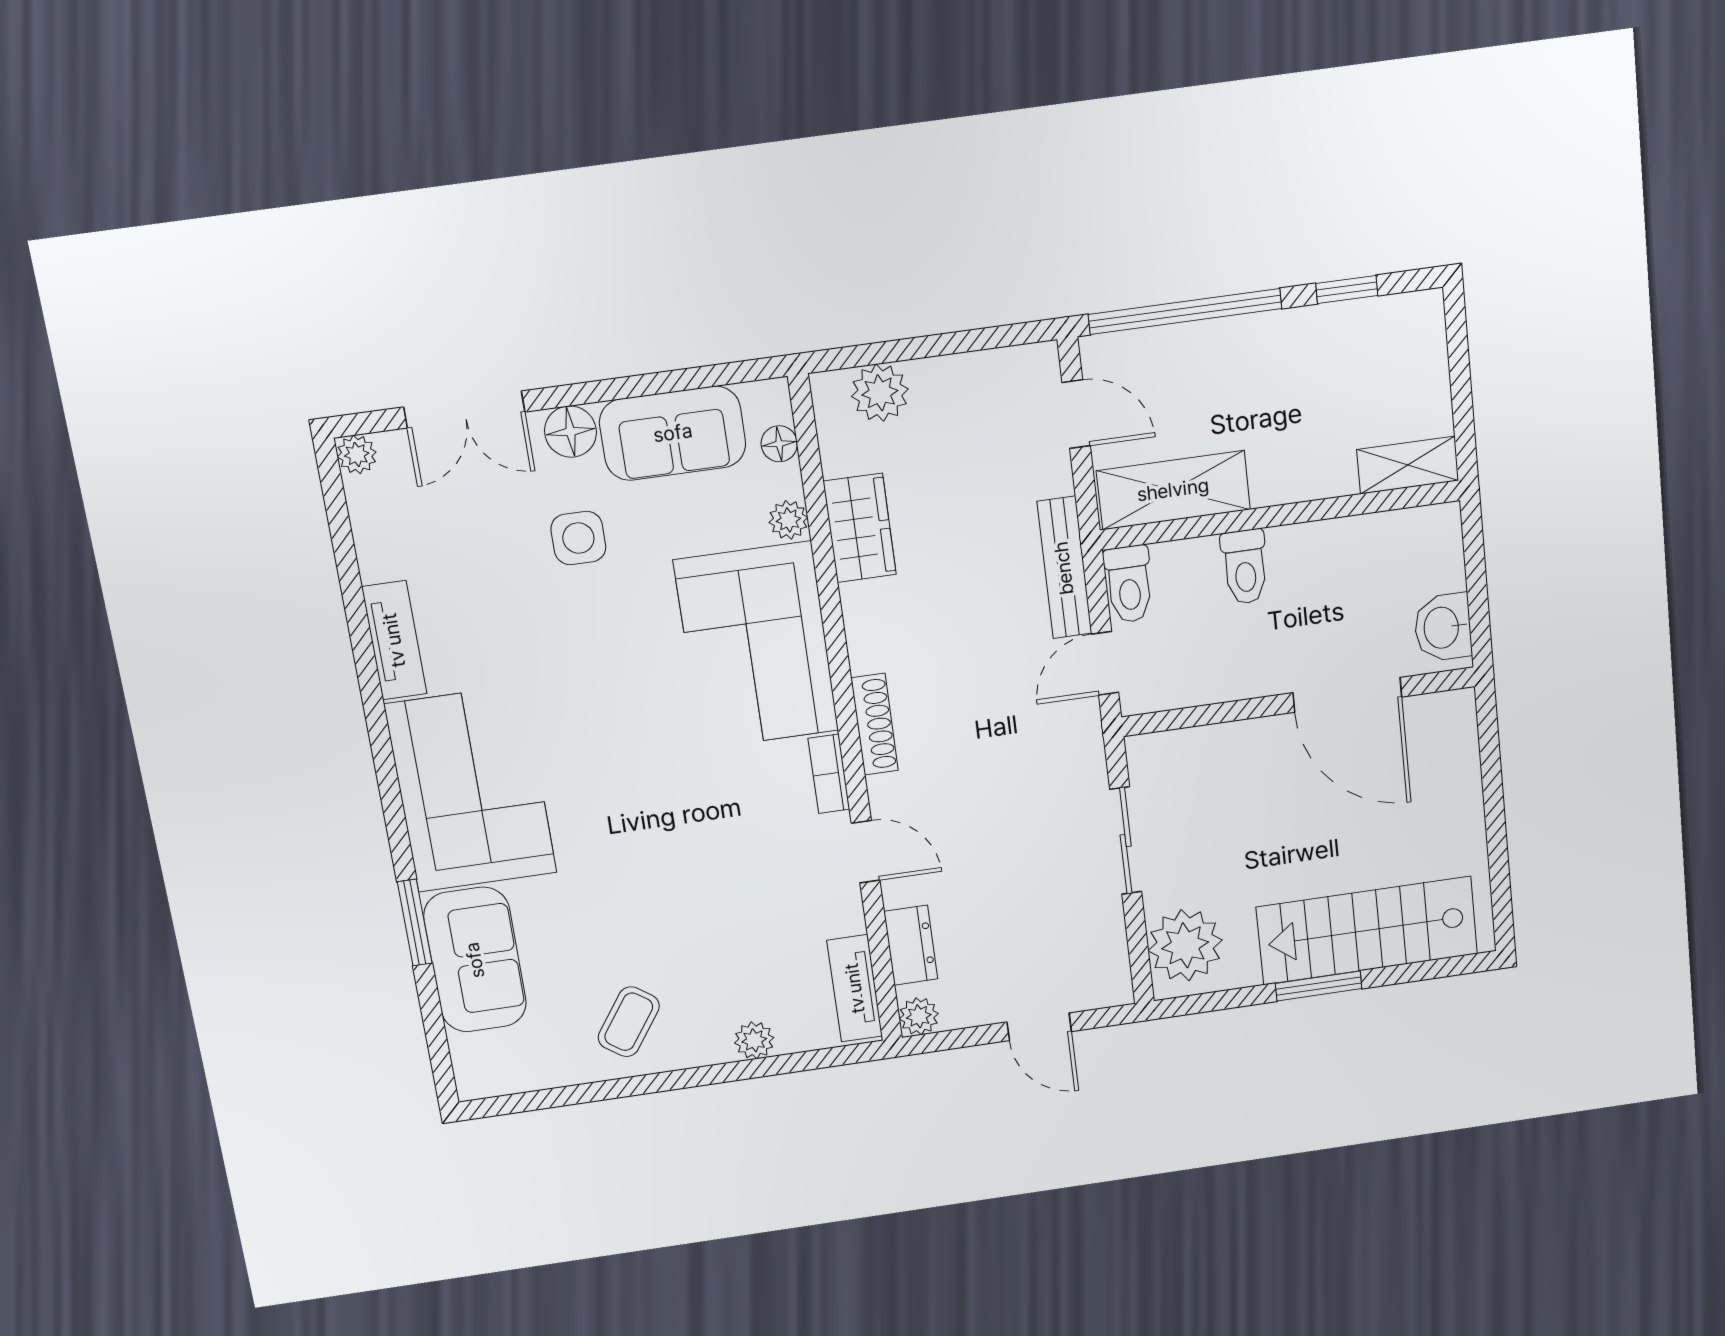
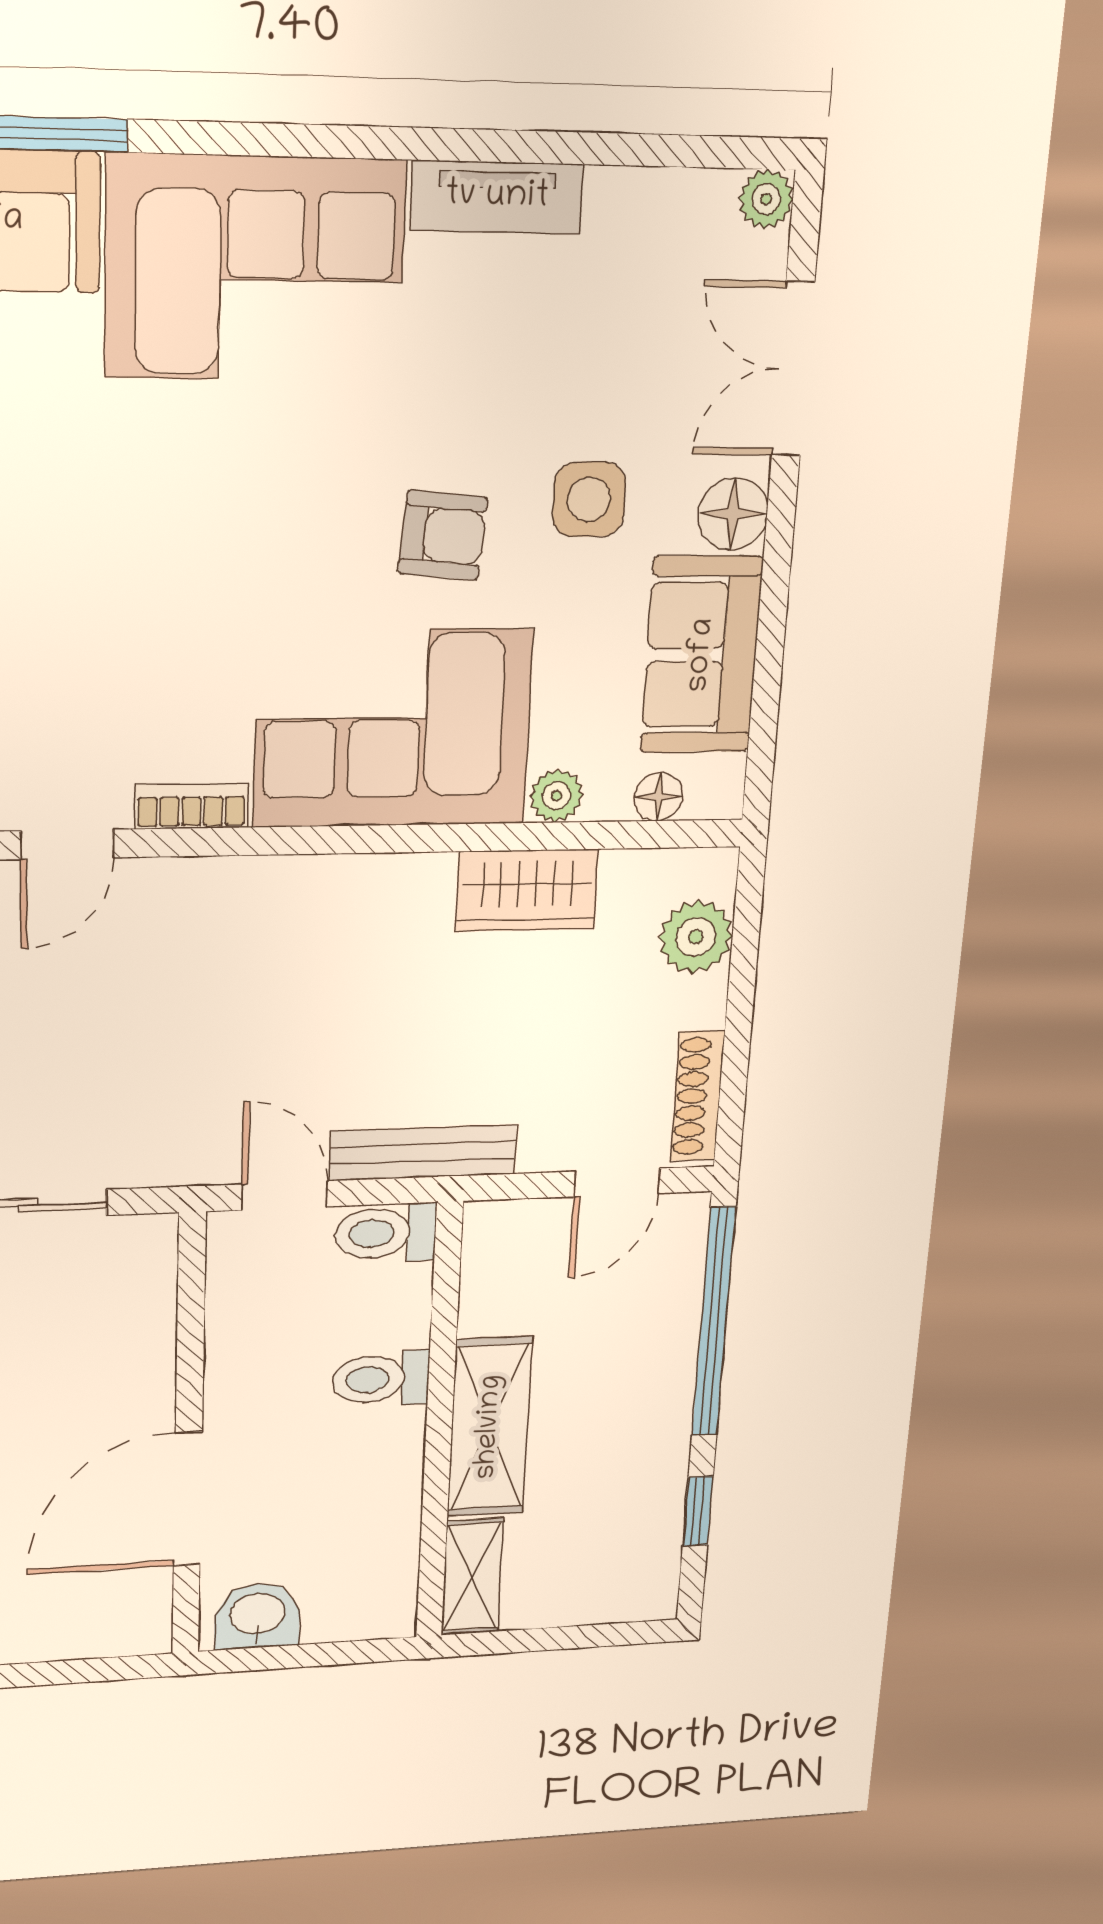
shelving: (1173, 490) -> (490, 1427), moved
armchair: (620, 635) -> (443, 535), added
shoe rack: (875, 724) -> (698, 1096), moved, turned 90

